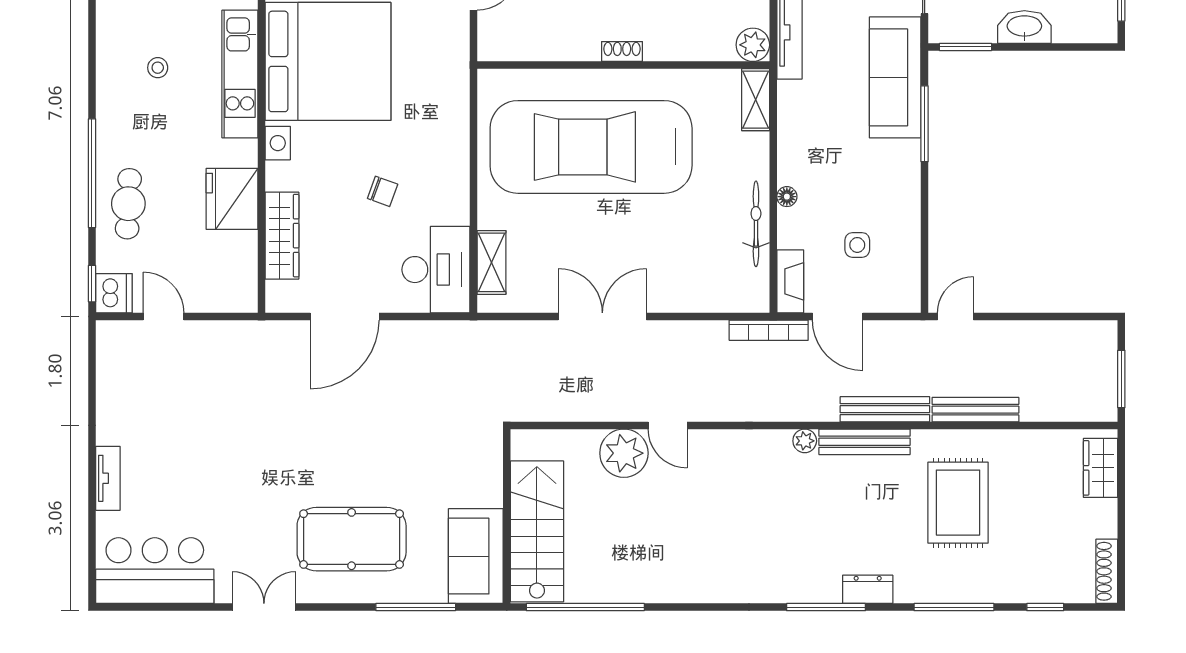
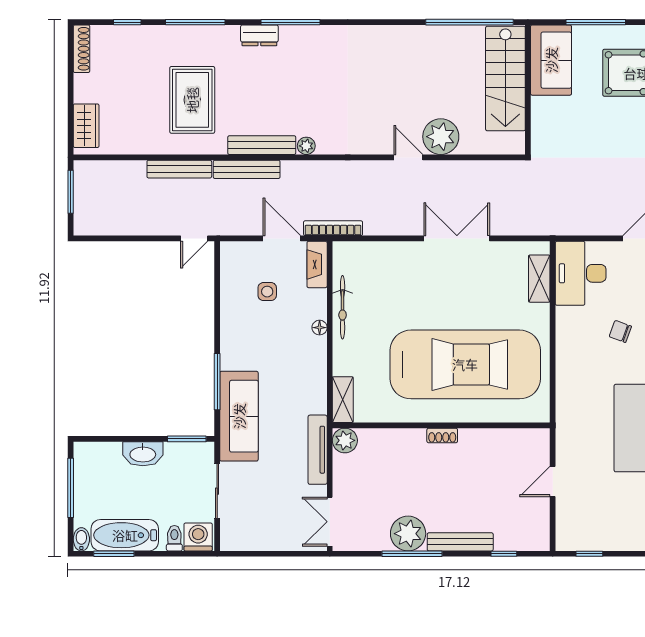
double door: (602, 316) -> (457, 238), swing flipped

